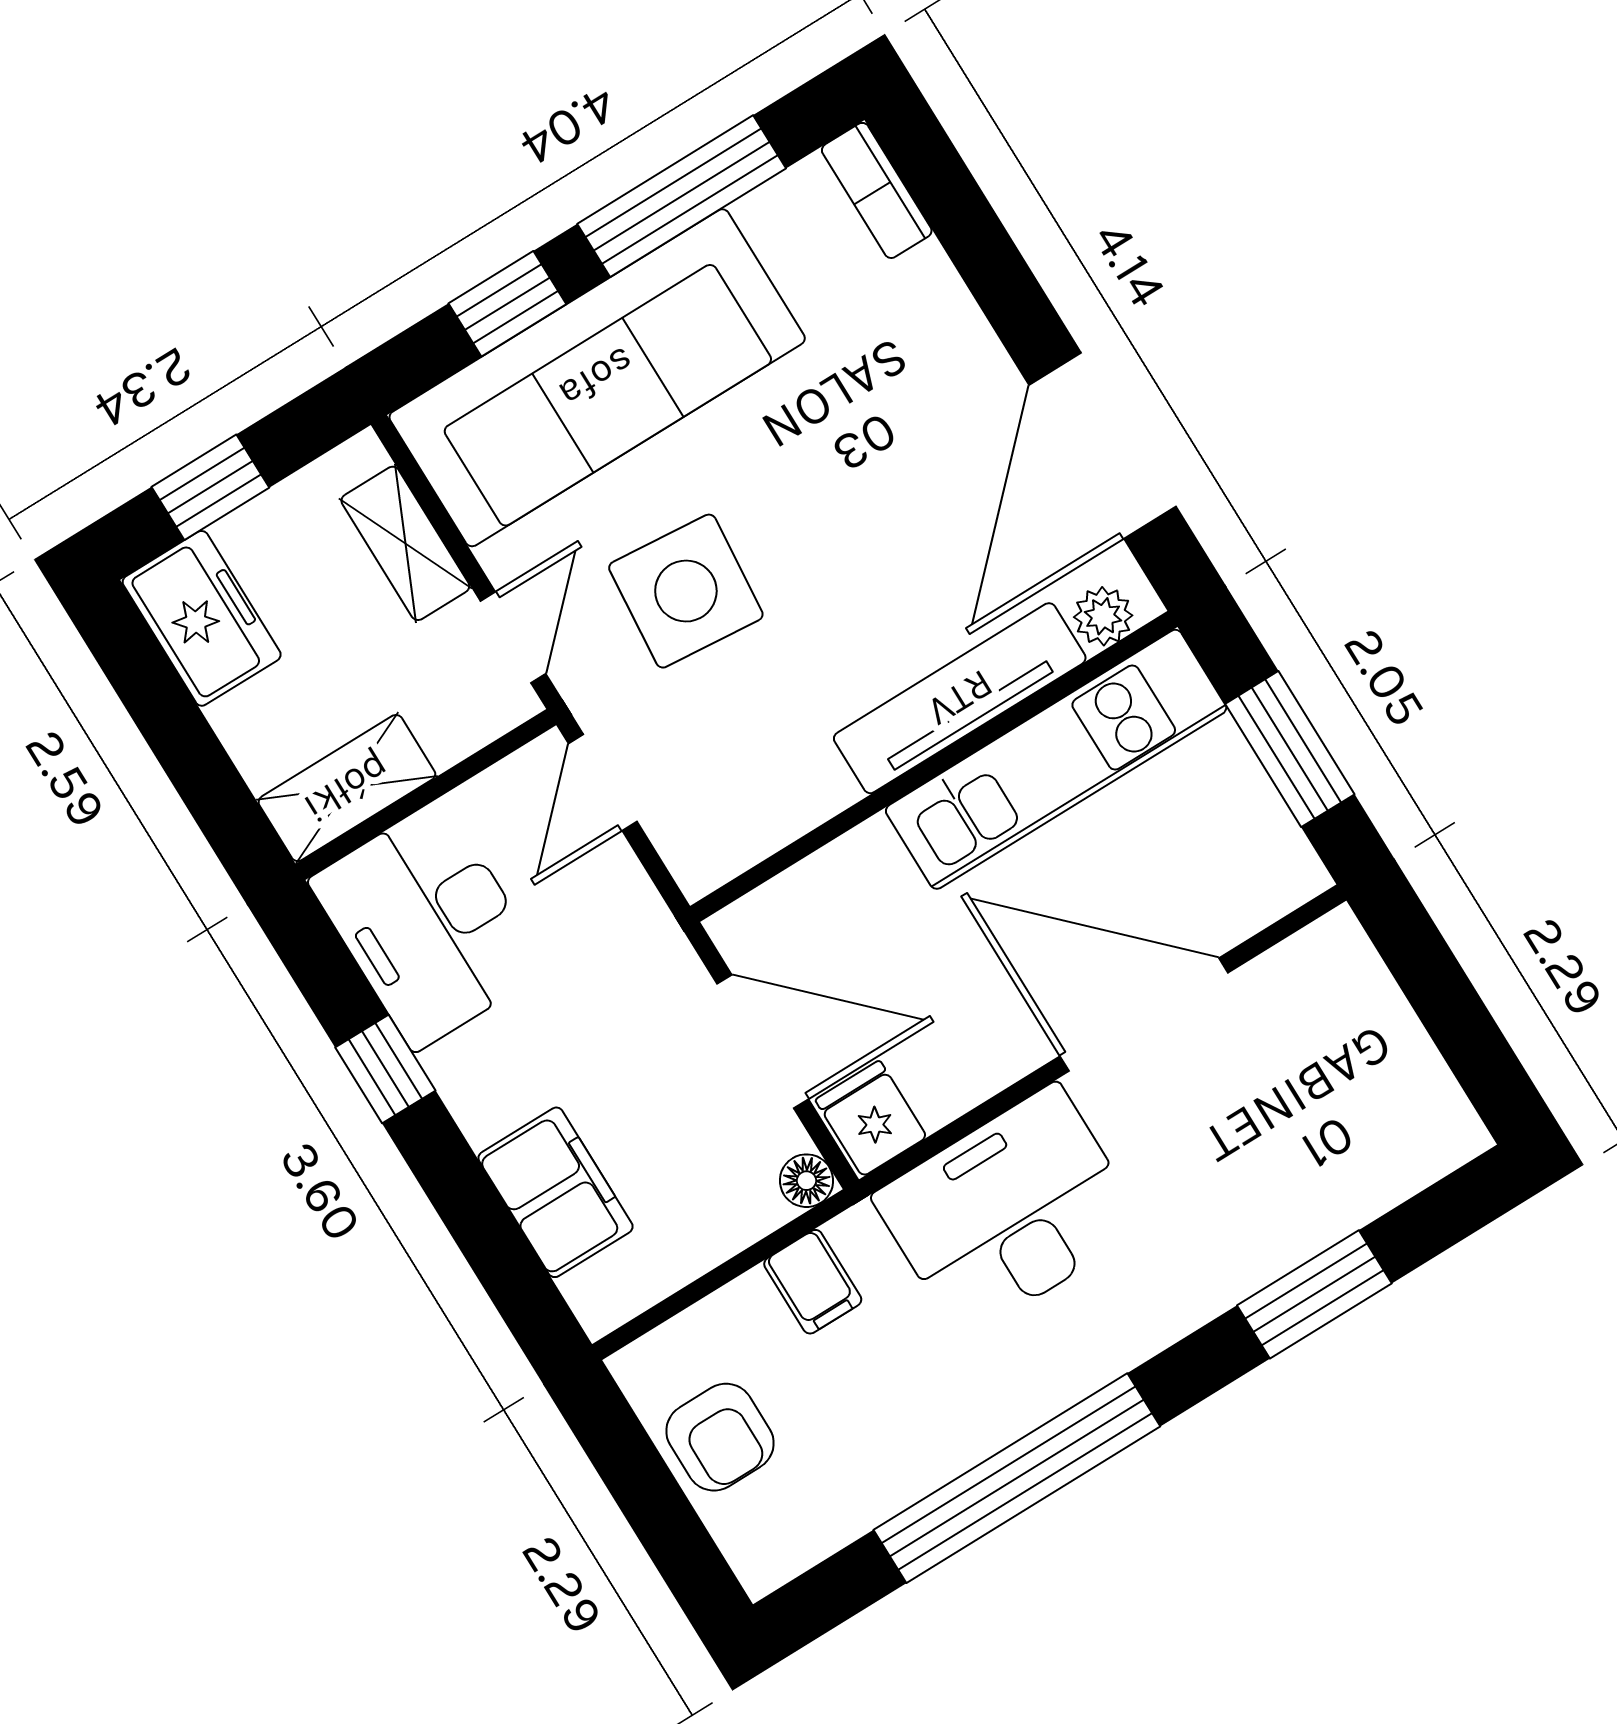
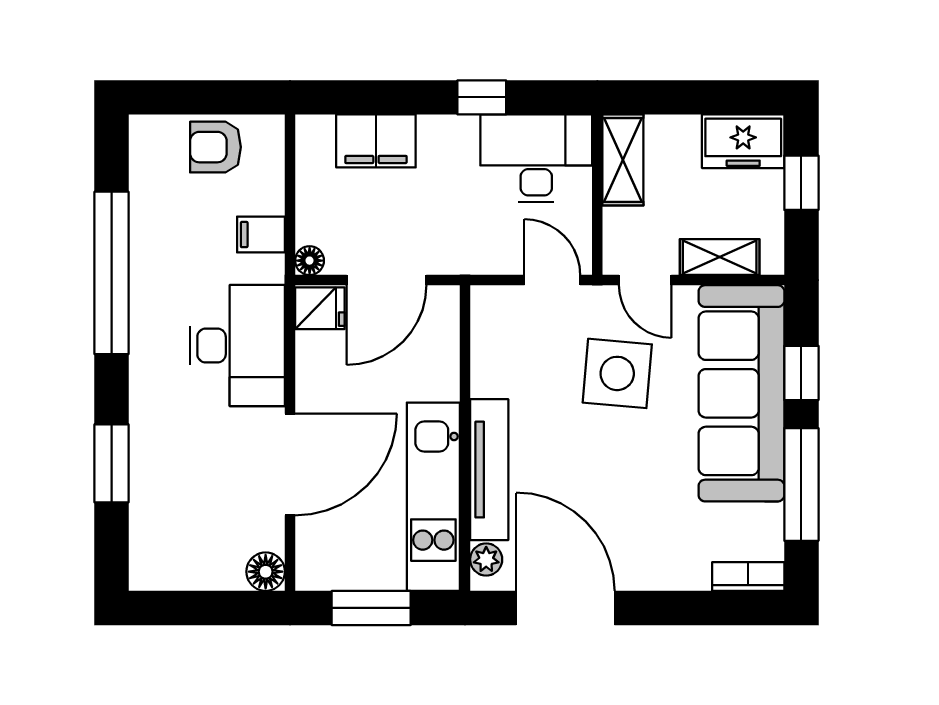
floor lamp: (1335, 949) -> (266, 572), added

